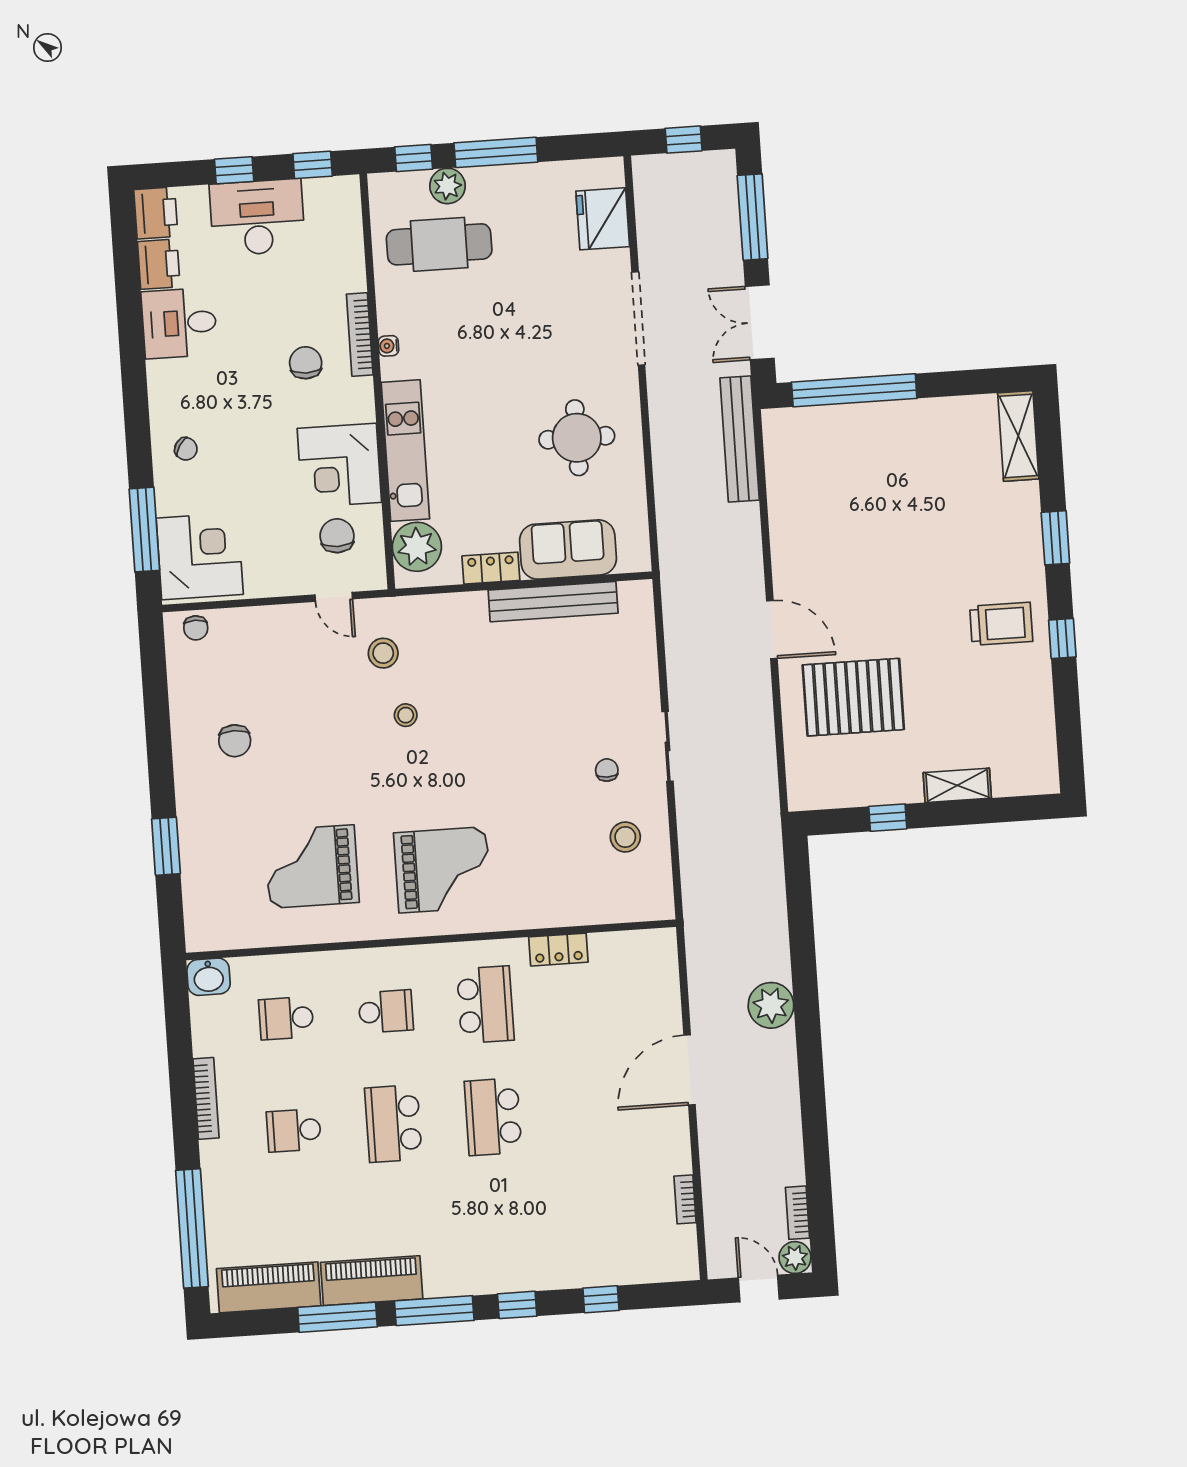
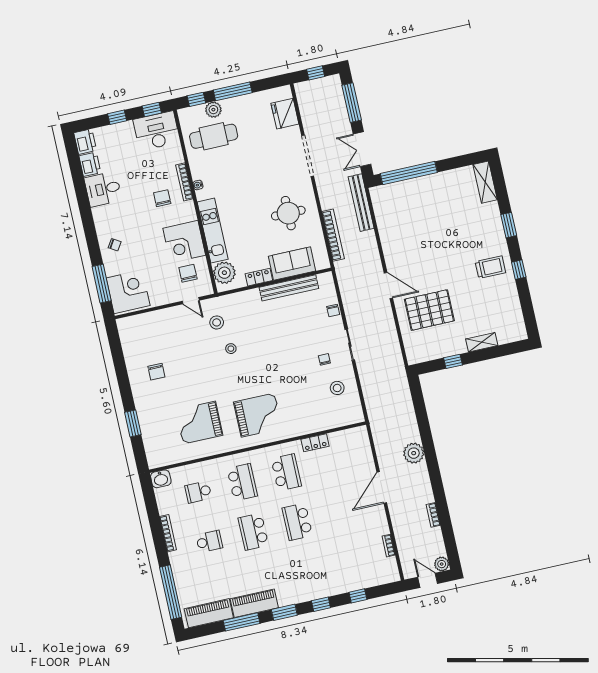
desk: (257, 217) -> (157, 131), moved
bookcase: (667, 501) -> (333, 235), added
chair: (196, 628) -> (333, 311), moved
school desk: (386, 1011) -> (242, 482), width x1.85
school desk: (294, 1130) -> (209, 541), turned 180
bookcase: (797, 1213) -> (433, 515), moved
window: (434, 1311) -> (284, 612), width x0.69

